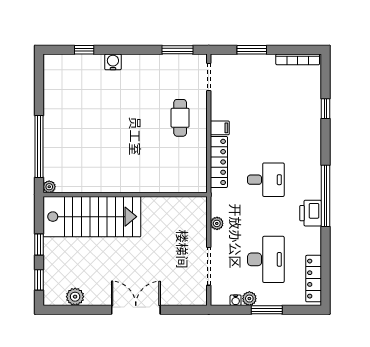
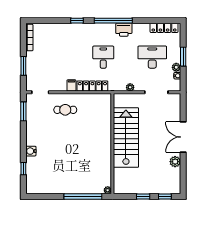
window: (325, 109) -> (77, 21), moved
stairs: (92, 217) -> (126, 137), moved
plant: (75, 297) -> (175, 162), moved

